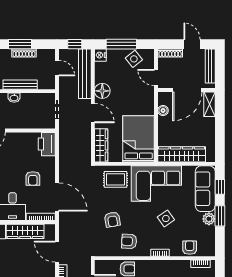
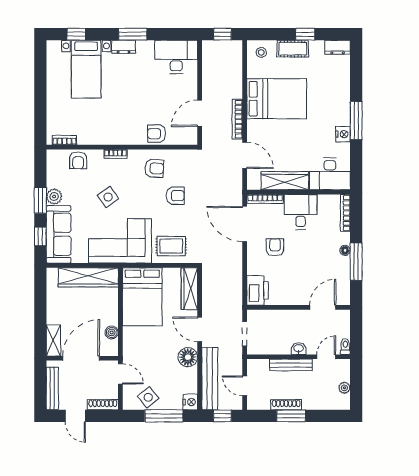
armchair: (112, 219) -> (175, 196), turned 100

